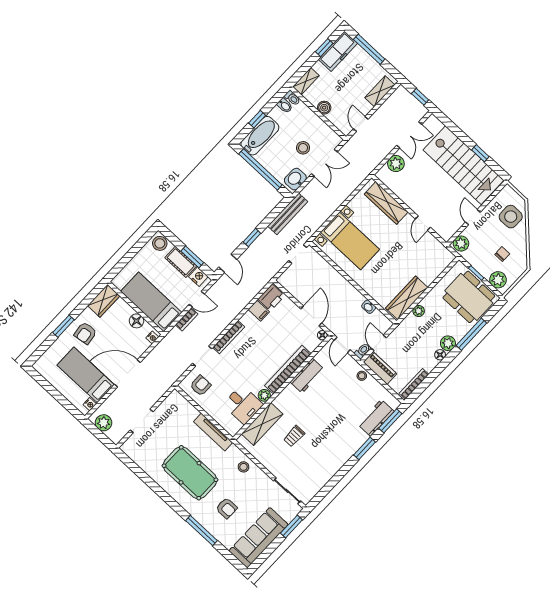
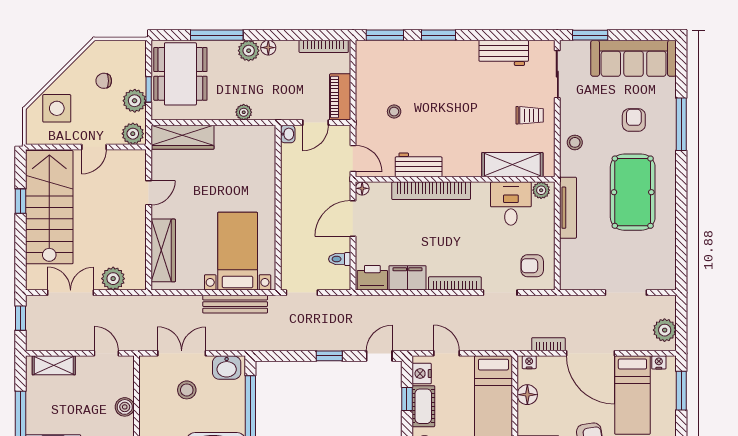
door: (361, 124) -> (106, 353), swing flipped
bench: (288, 214) -> (235, 304), moved
window: (192, 257) -> (407, 399), width x0.67
plant: (498, 280) -> (135, 101), moved
wardrobe: (407, 298) -> (182, 137), moved
washbasin: (369, 307) -> (288, 134), moved
filing cabinet: (259, 311) -> (408, 278), width x2.00
bookcase: (187, 319) -> (548, 344), moved
door: (342, 345) -> (353, 158), hinge flipped
toilet: (362, 351) -> (340, 259), moved
stool: (362, 376) -> (394, 112), moved
plant: (264, 395) -> (541, 190), moved
window: (64, 402) -> (681, 391), added
workbench: (376, 418) -> (504, 53), moved
trolley: (294, 436) -> (530, 115), moved

